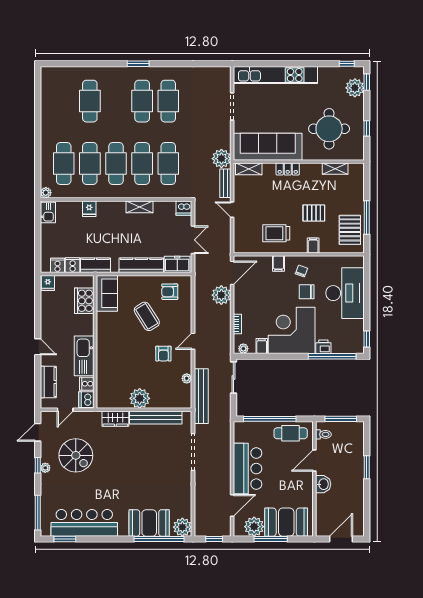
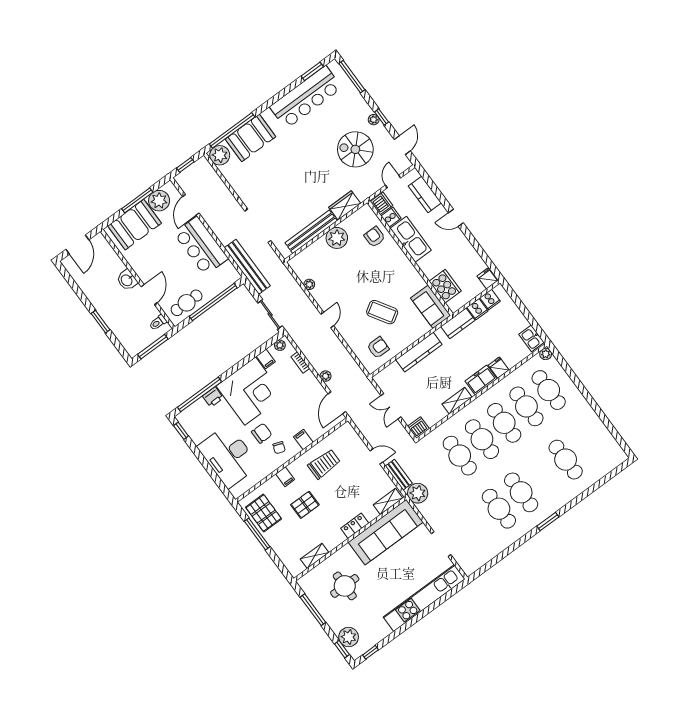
window: (367, 128) -> (313, 610), width x2.17
round table: (329, 129) -> (345, 586), width x0.73, depth x0.73
freezer: (177, 264) -> (481, 380), moved, turned 180
plant: (221, 295) -> (326, 376), width x0.53, depth x0.53
armchair: (163, 354) -> (375, 237), moved
bench: (201, 396) -> (247, 267), moved

